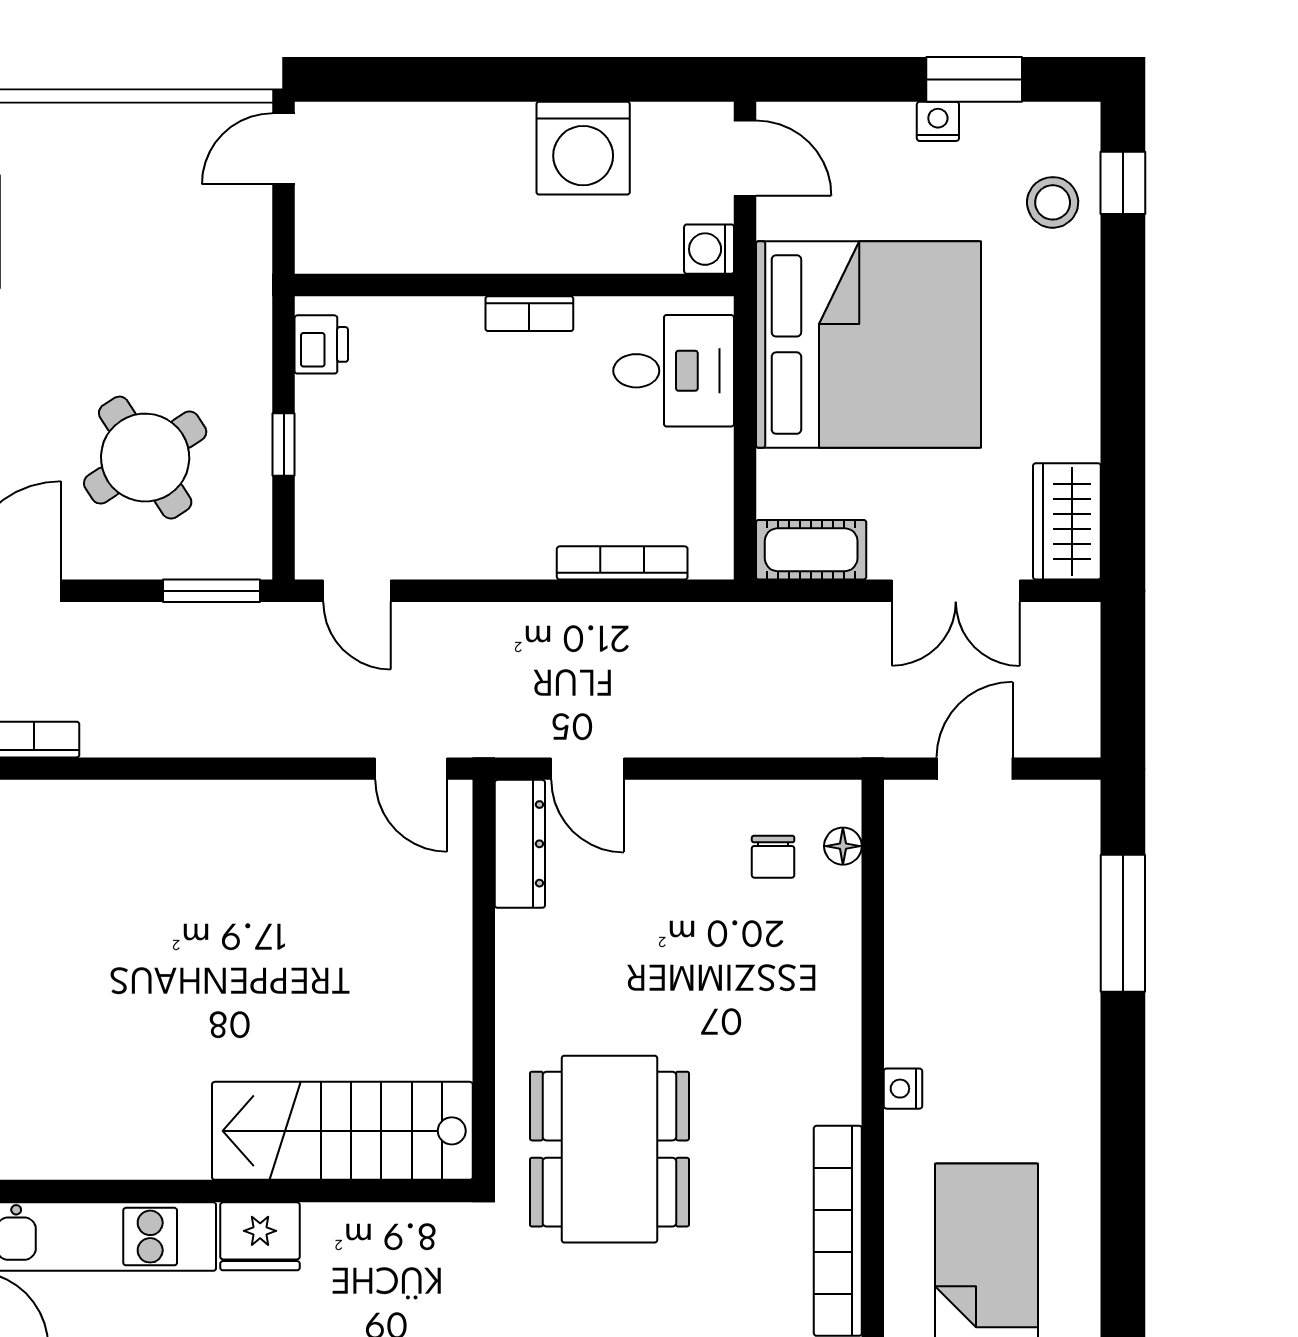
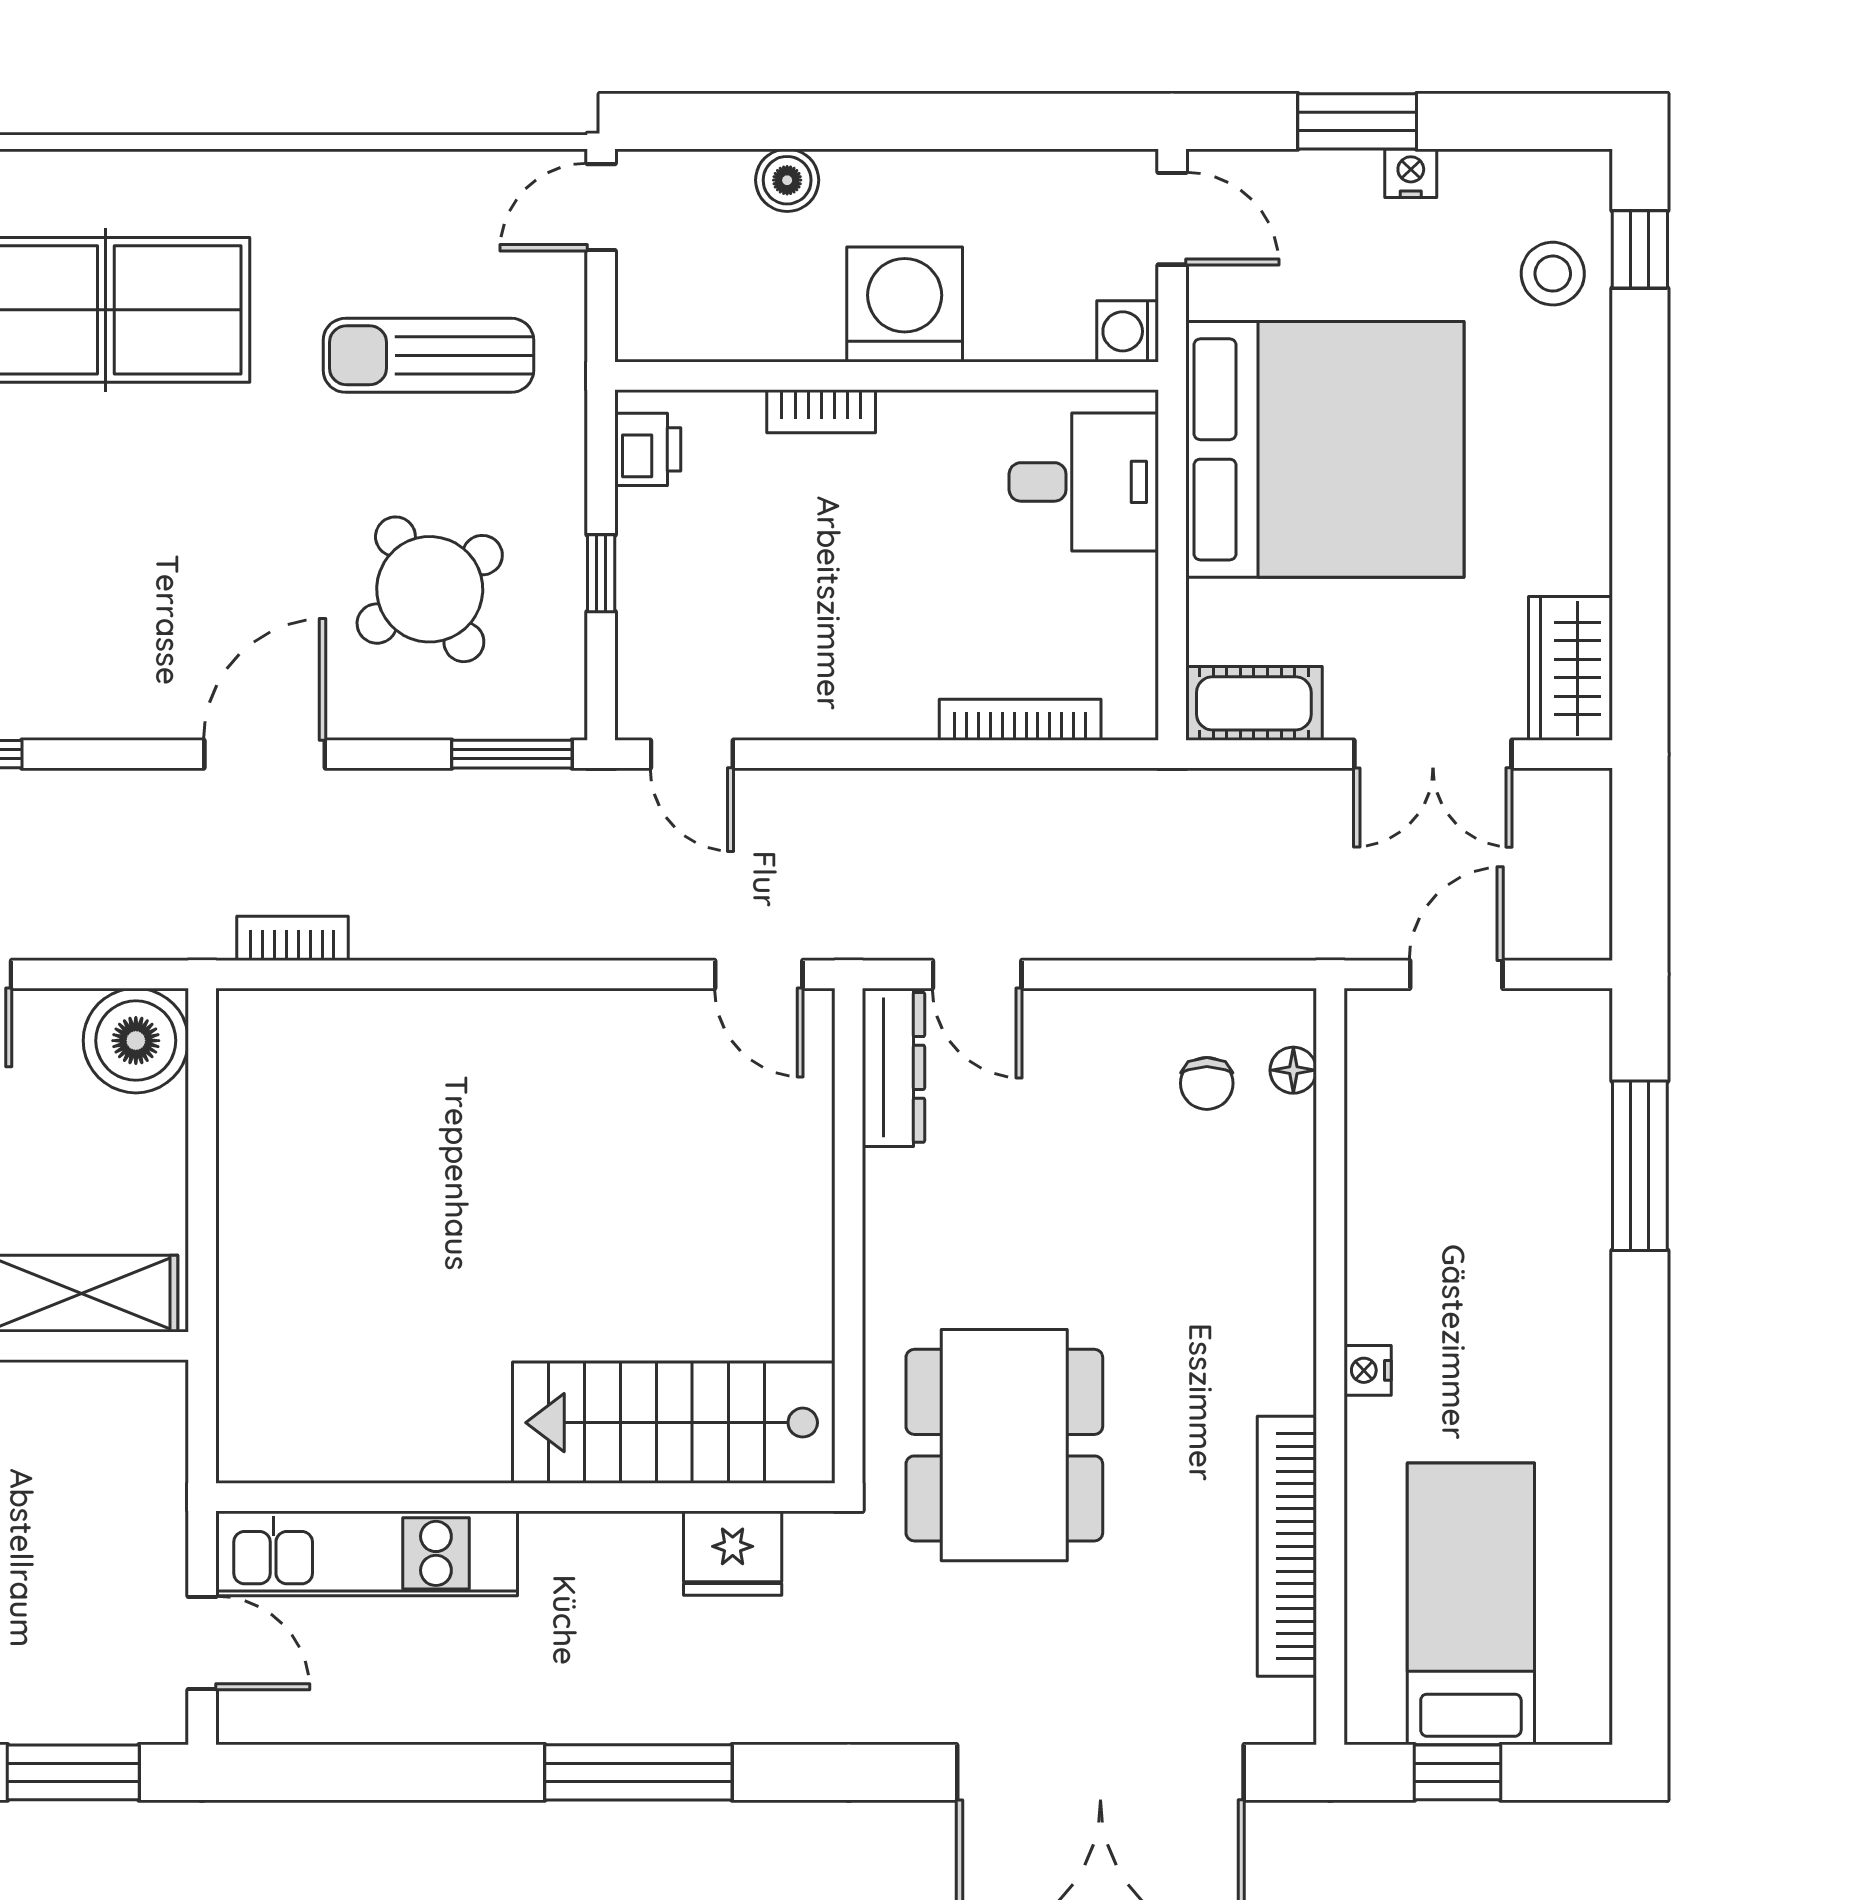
window: (974, 79) -> (1357, 121), moved
boiler: (434, 127) -> (787, 180), added
washing machine: (583, 148) -> (905, 304), moved, turned 180
sun lounger: (144, 268) -> (428, 355), added
bookcase: (529, 314) -> (821, 411), moved
fridge: (260, 1236) -> (733, 1553), moved

